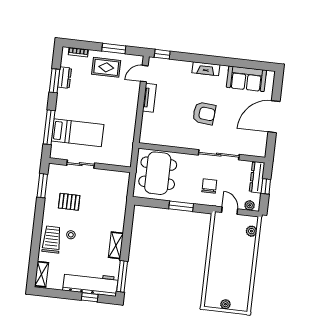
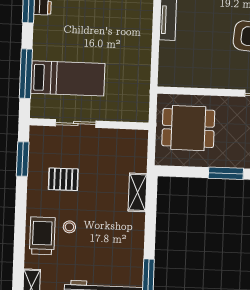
dining table: (158, 173) -> (188, 128), width x0.73
shelving: (116, 245) -> (137, 192), moved

